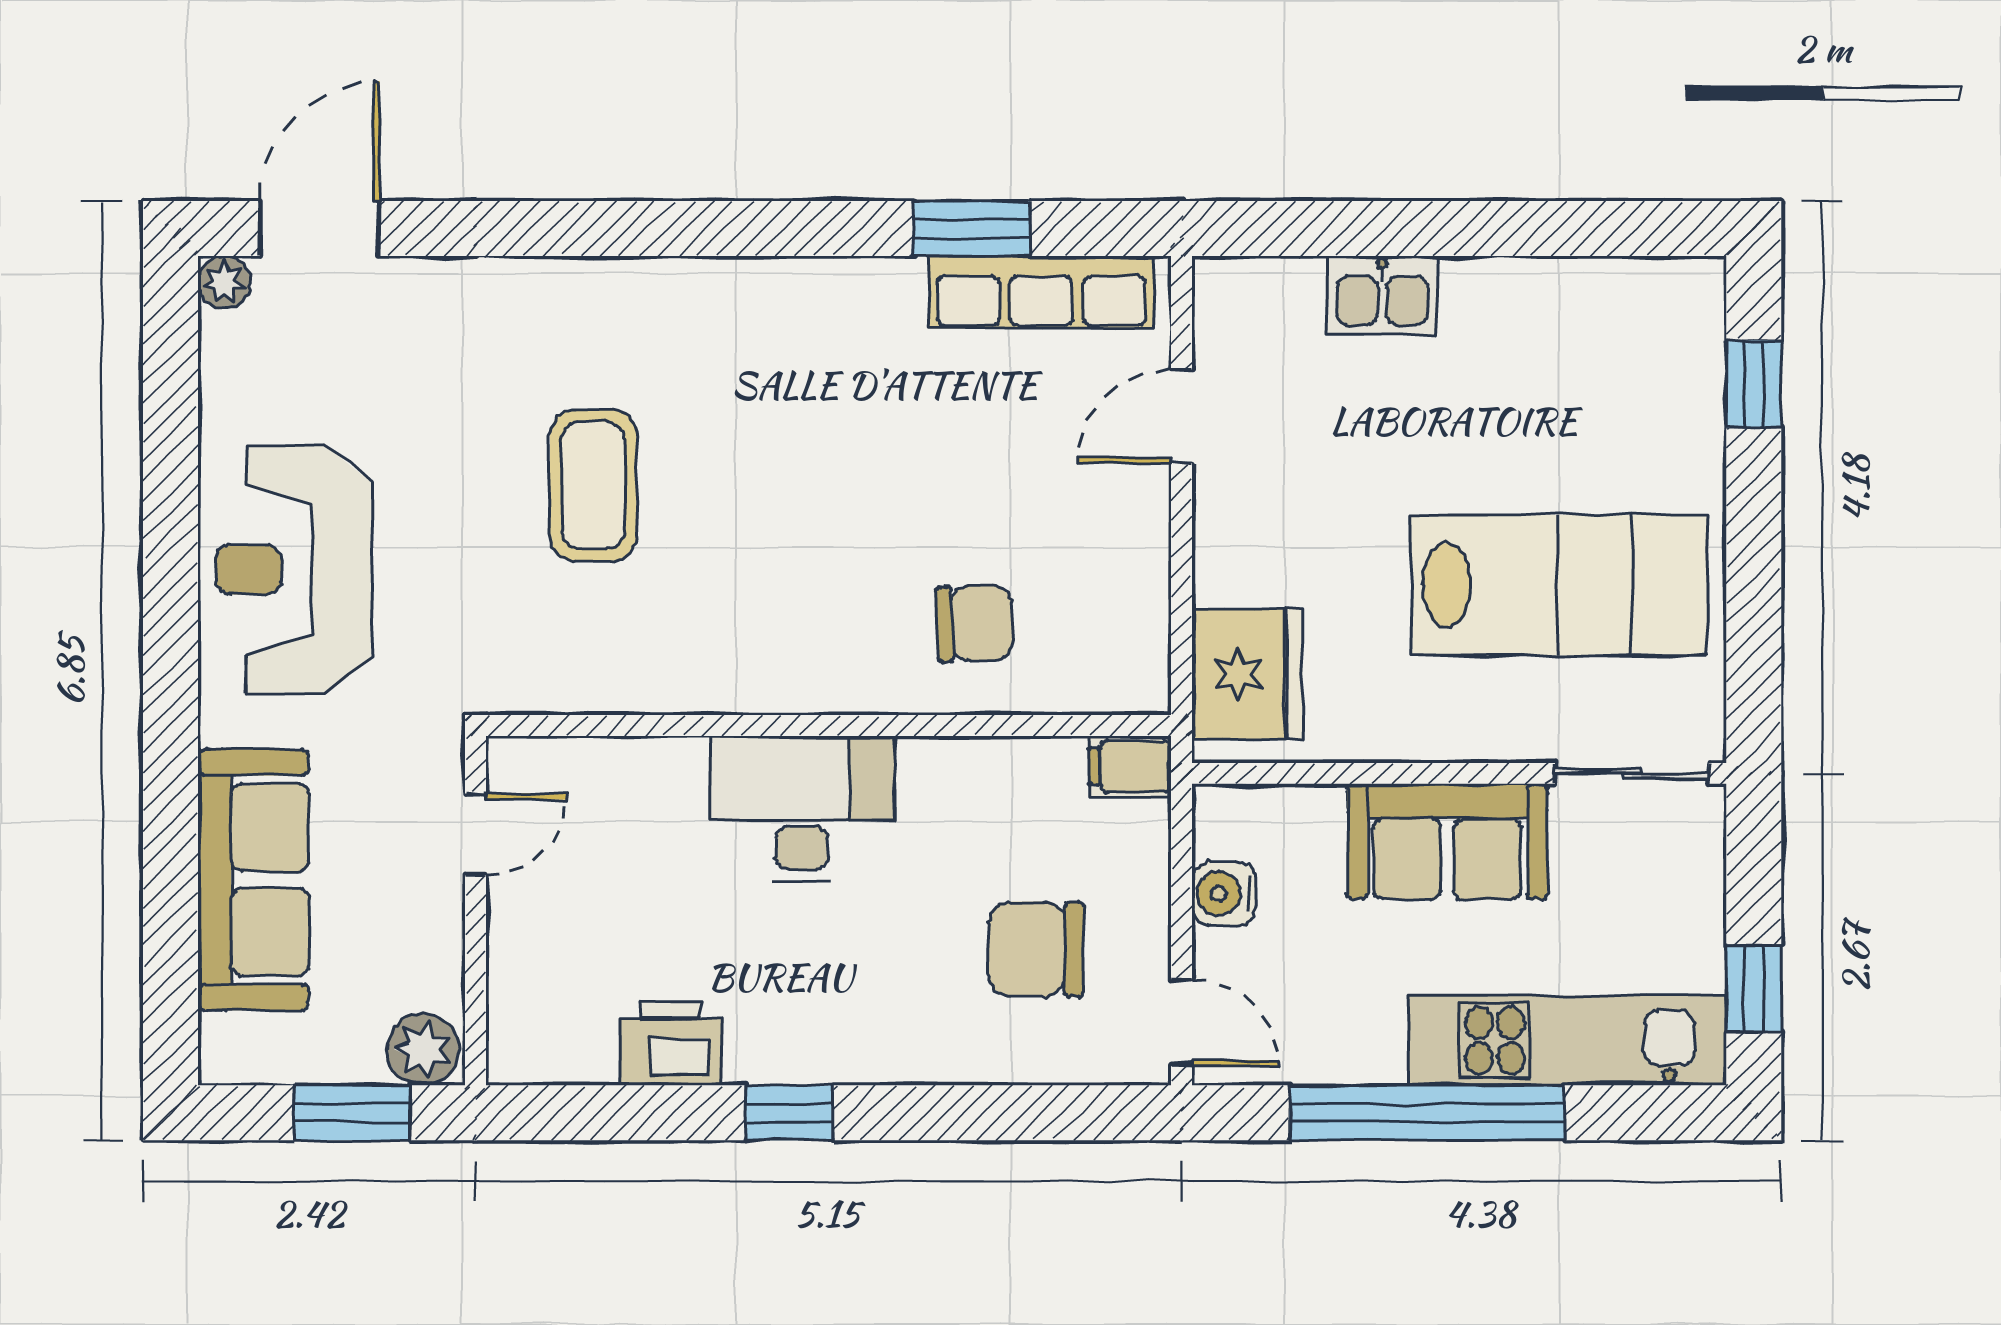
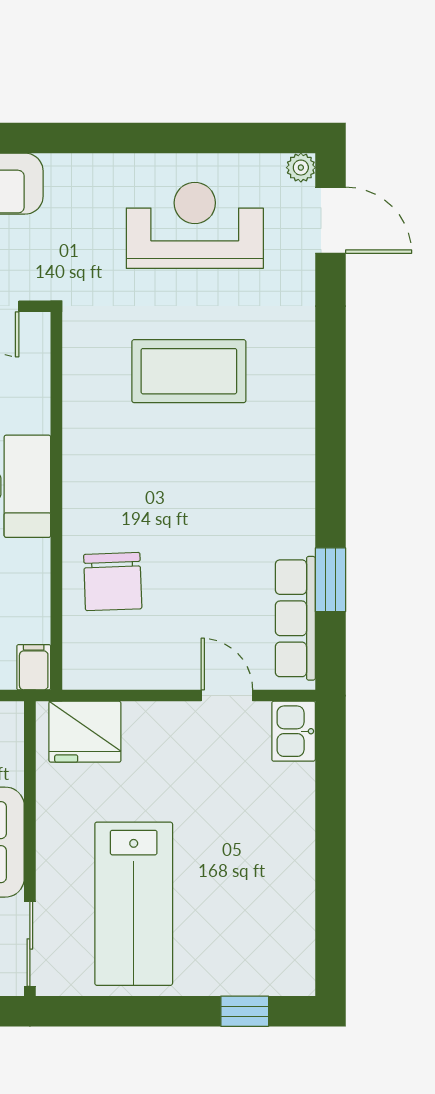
kitchen sink: (1382, 295) -> (294, 731), moved
coffee table: (593, 485) -> (189, 371), width x1.36, depth x1.32
reception desk: (294, 569) -> (195, 225), moved
chair: (975, 623) -> (113, 582), width x1.37, depth x1.37

